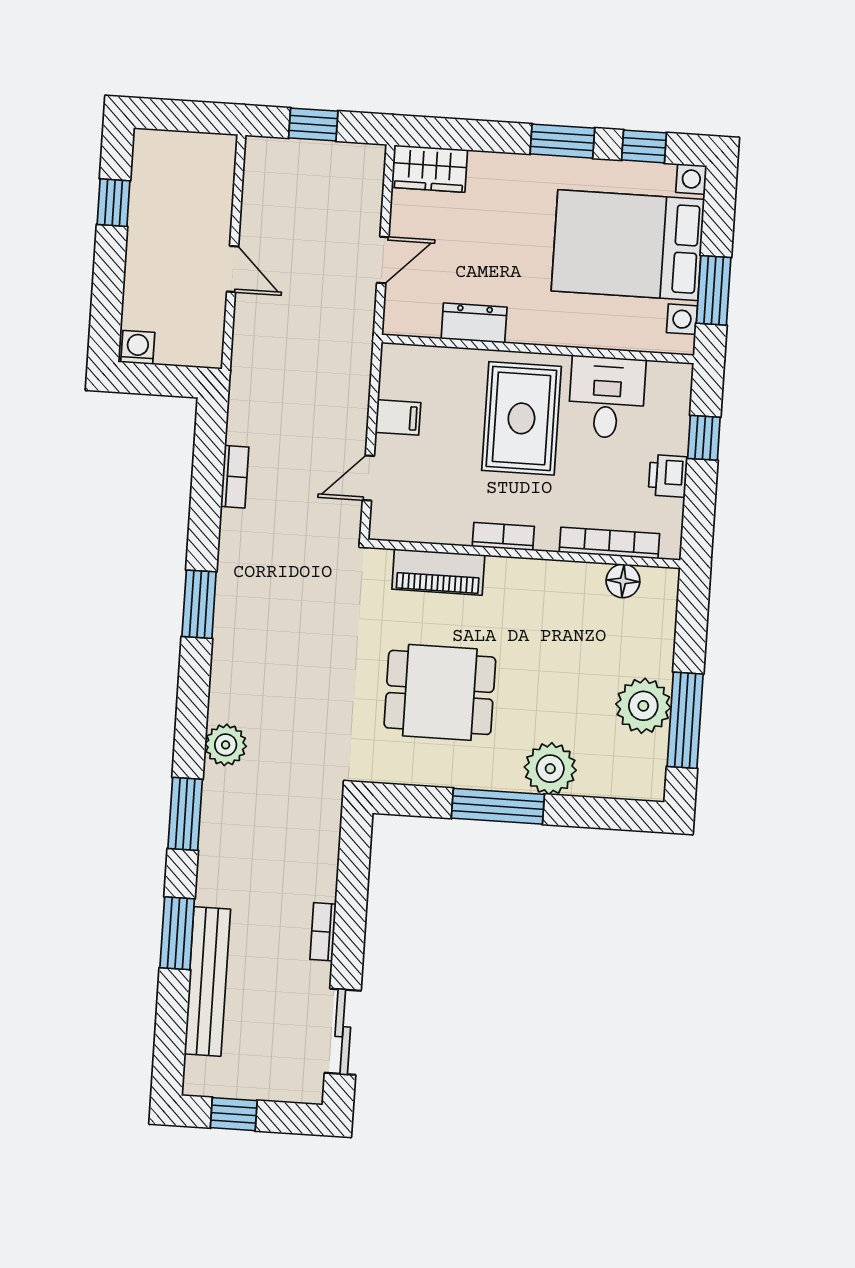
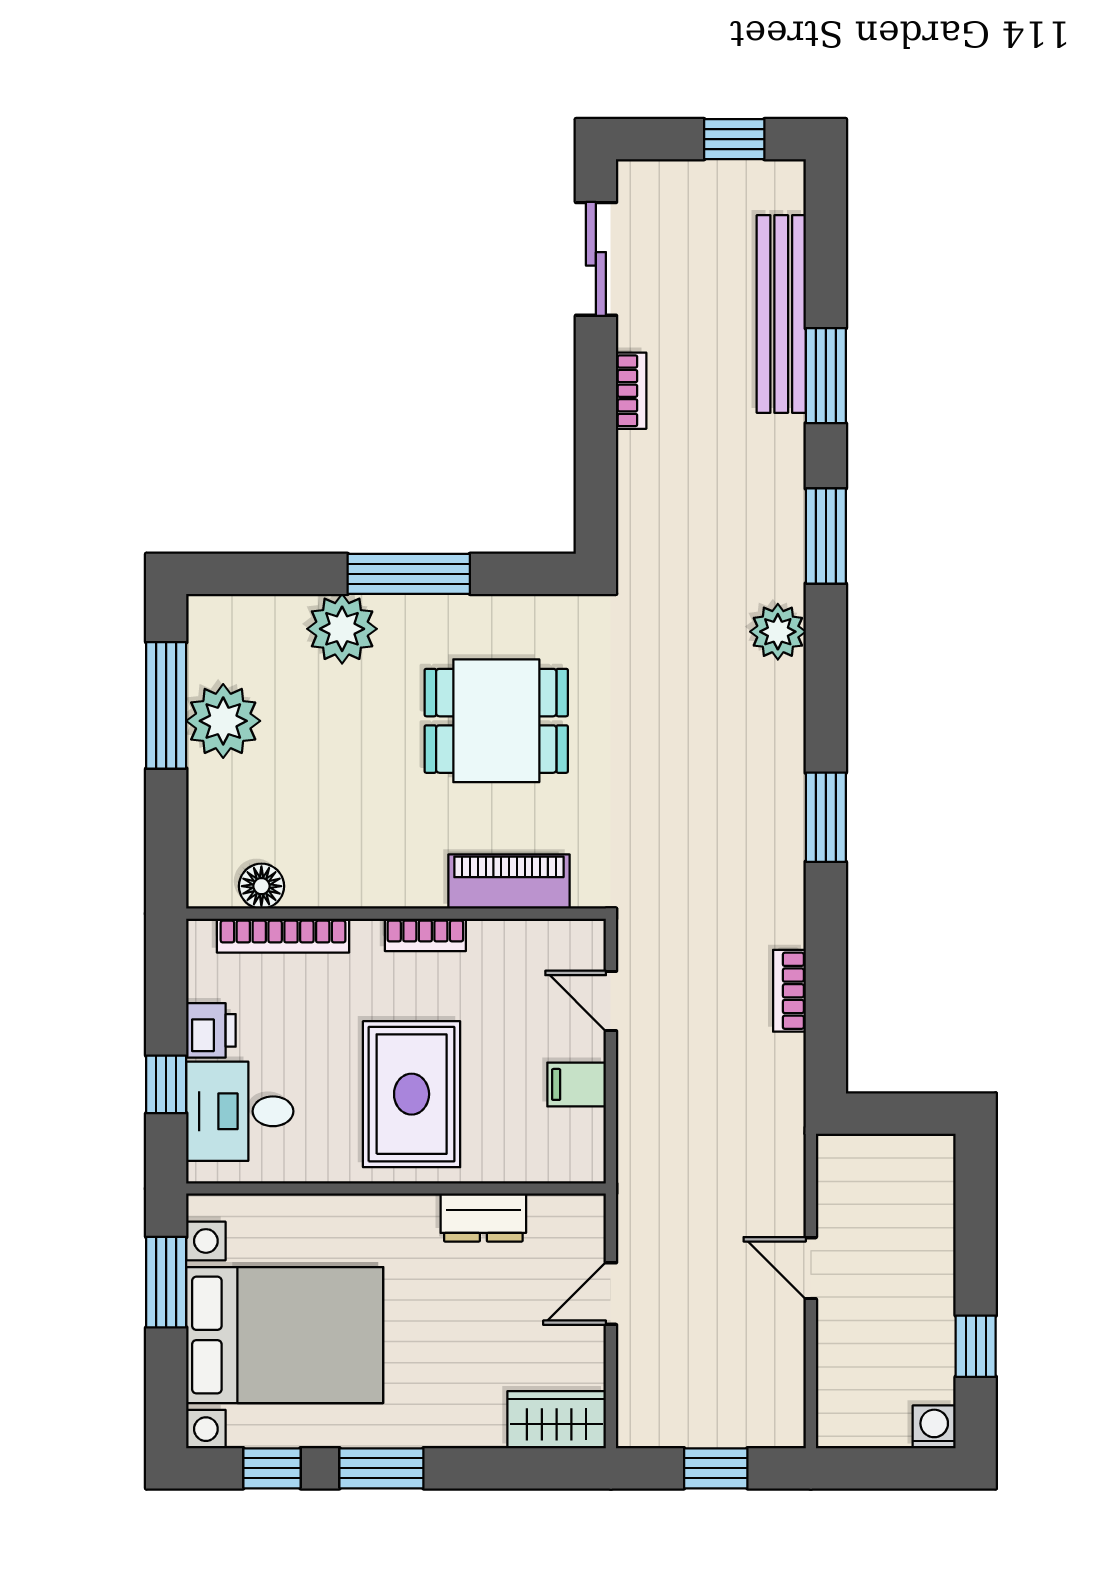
washing machine: (138, 347) -> (934, 1427), moved, turned 180
desk: (607, 397) -> (240, 1111), moved, turned 90
door: (368, 478) -> (611, 1001), swing flipped

